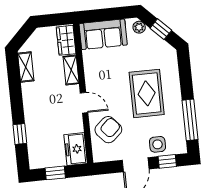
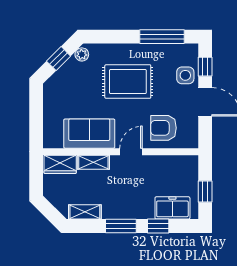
plant: (139, 27) -> (82, 54), moved
sofa: (103, 34) -> (89, 134), moved, turned -90
window: (16, 100) -> (121, 226), added
armchair: (108, 130) -> (163, 128), turned -48
freezer: (76, 149) -> (172, 208), moved, turned 180

